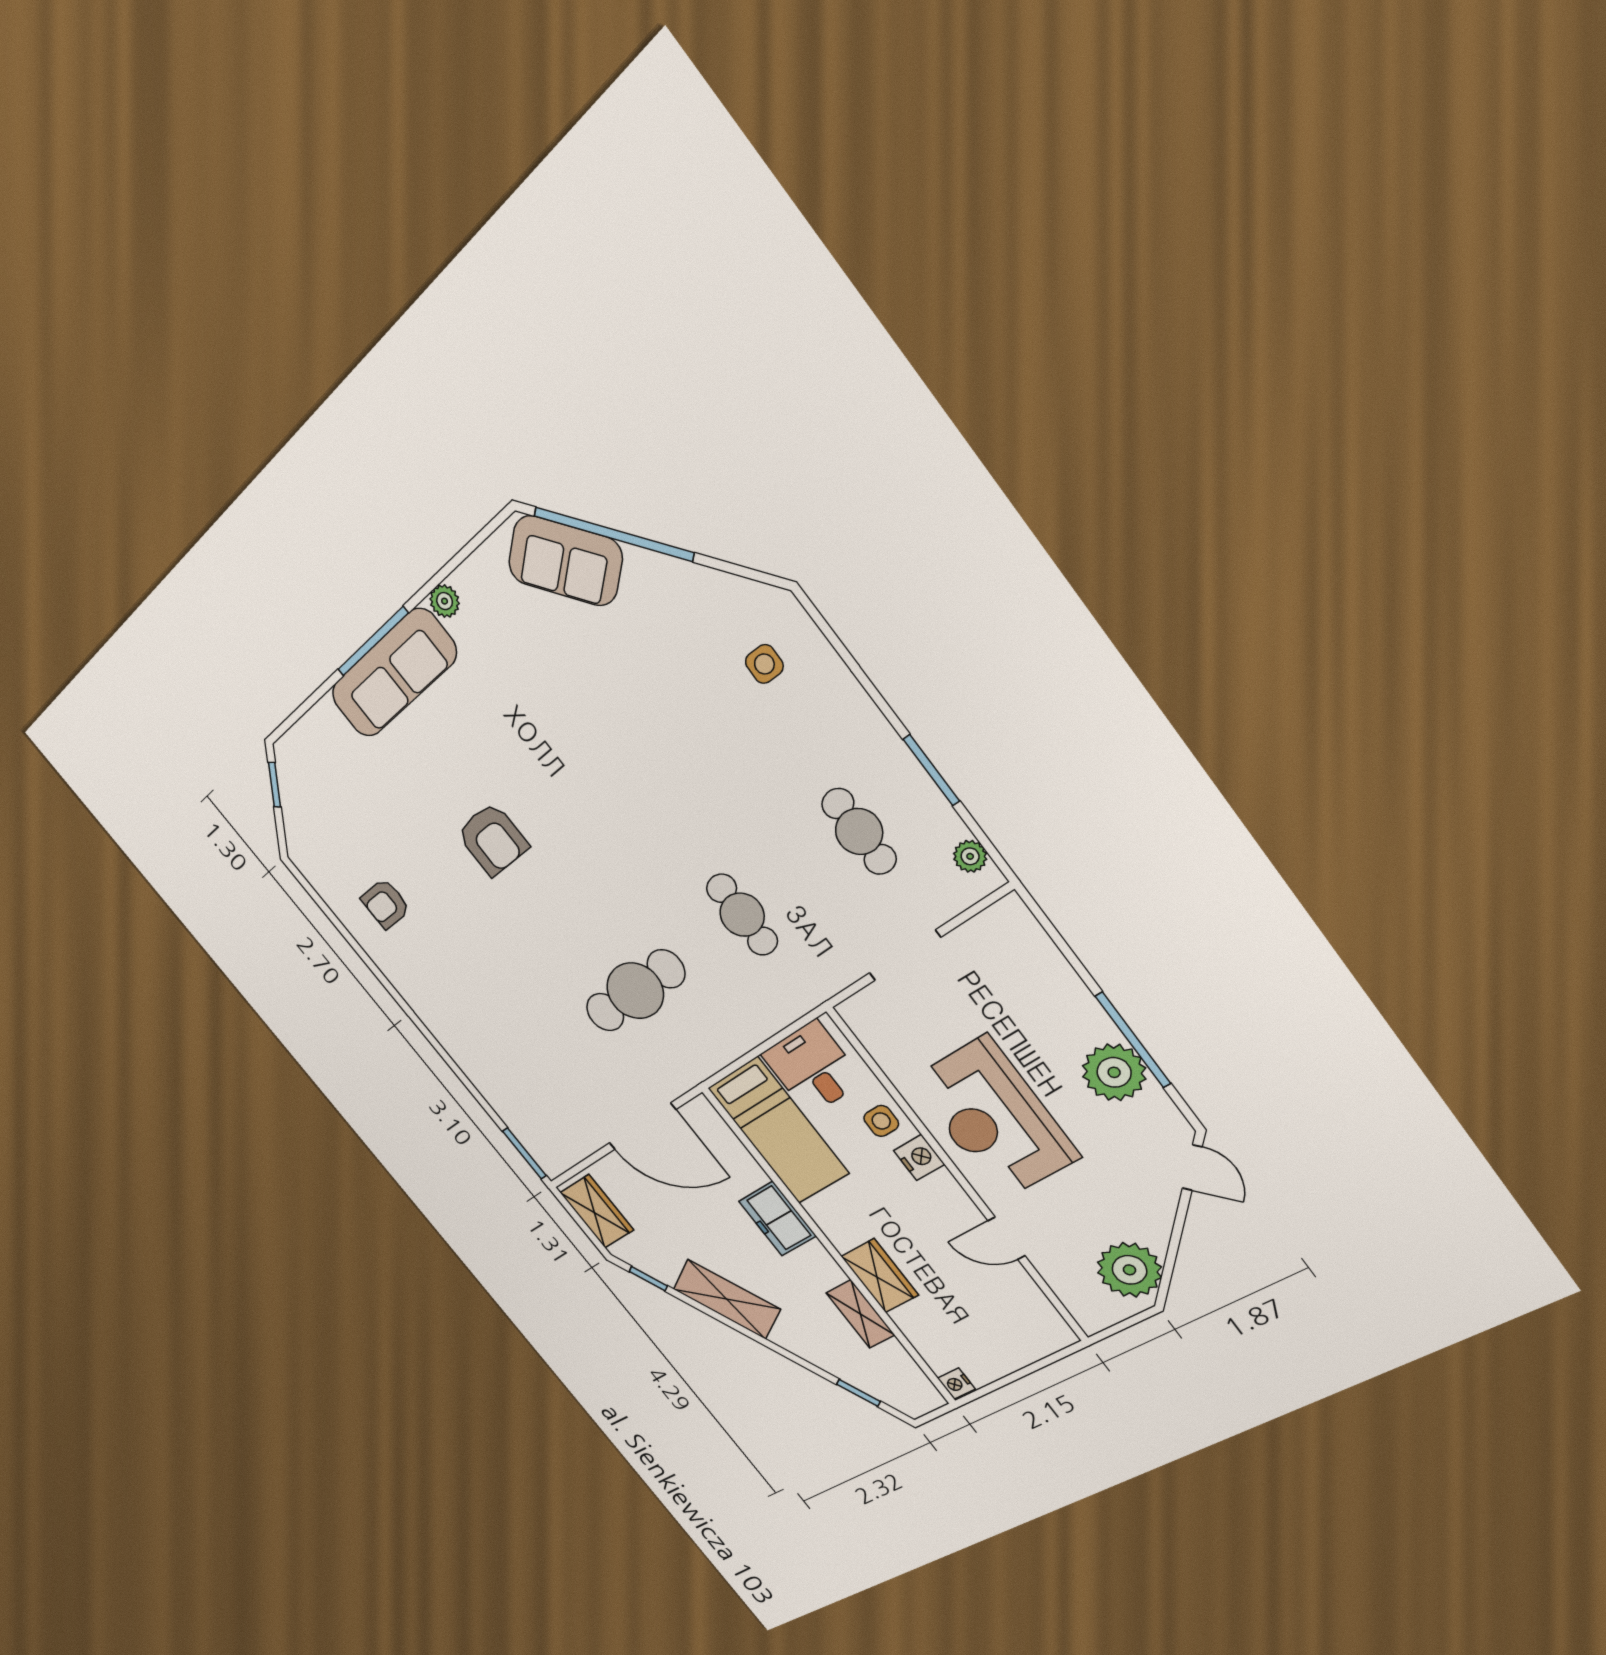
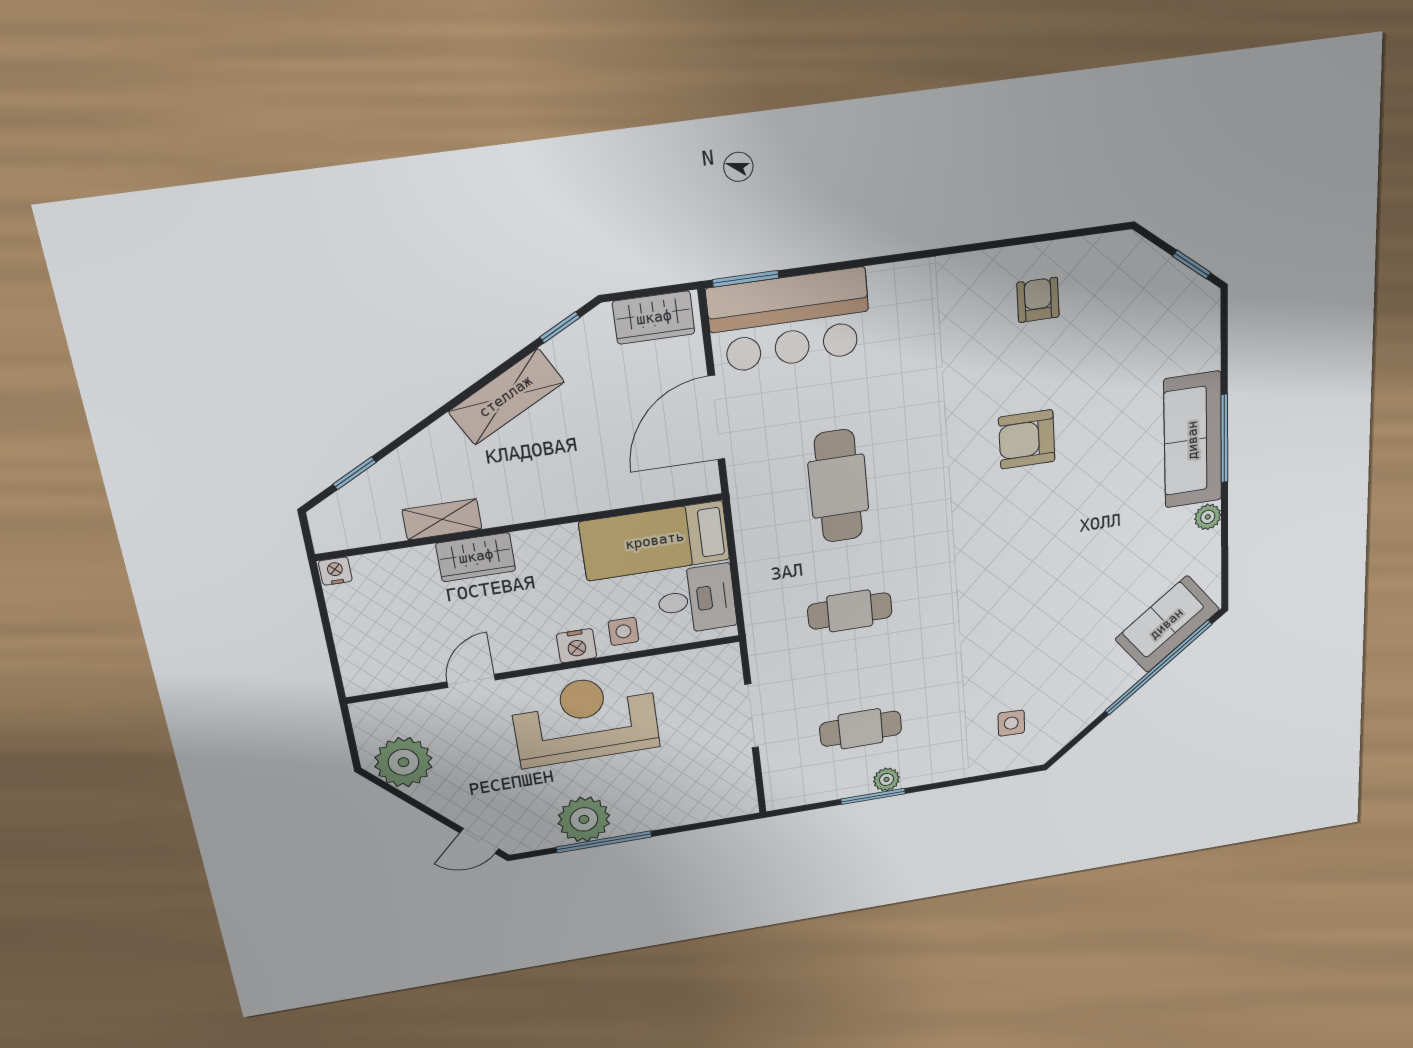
plant: (970, 856) -> (886, 779), moved
bar counter: (532, 1104) -> (790, 320), added
freezer: (777, 1219) -> (571, 494), removed

